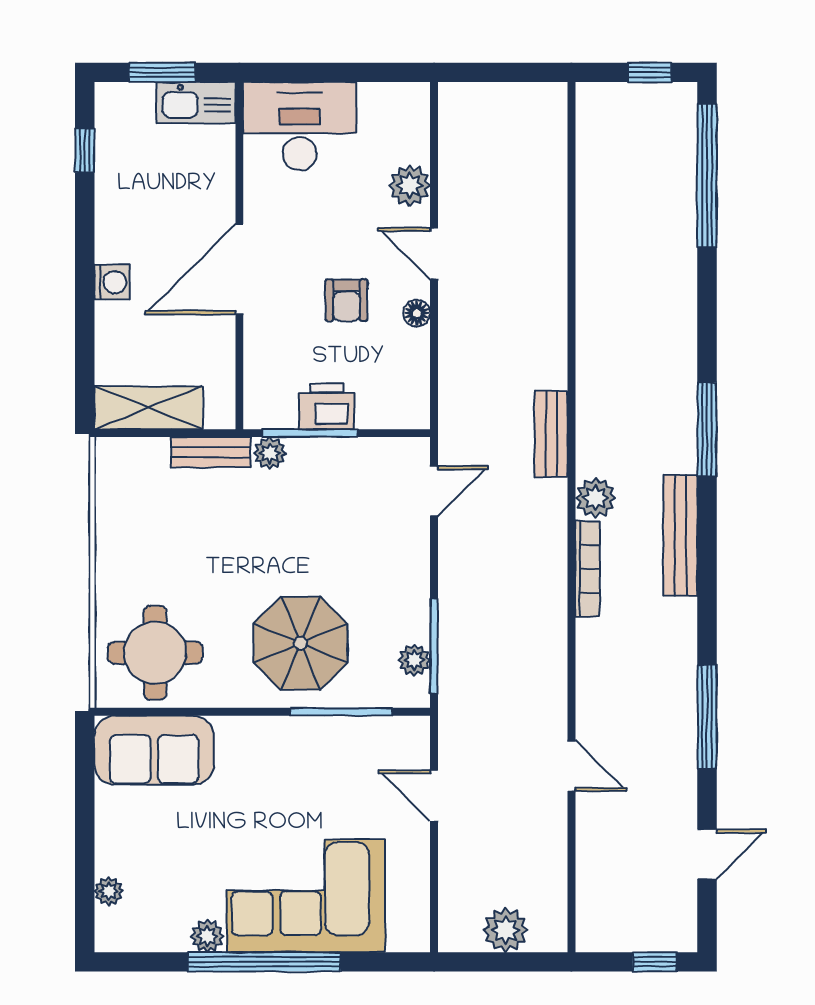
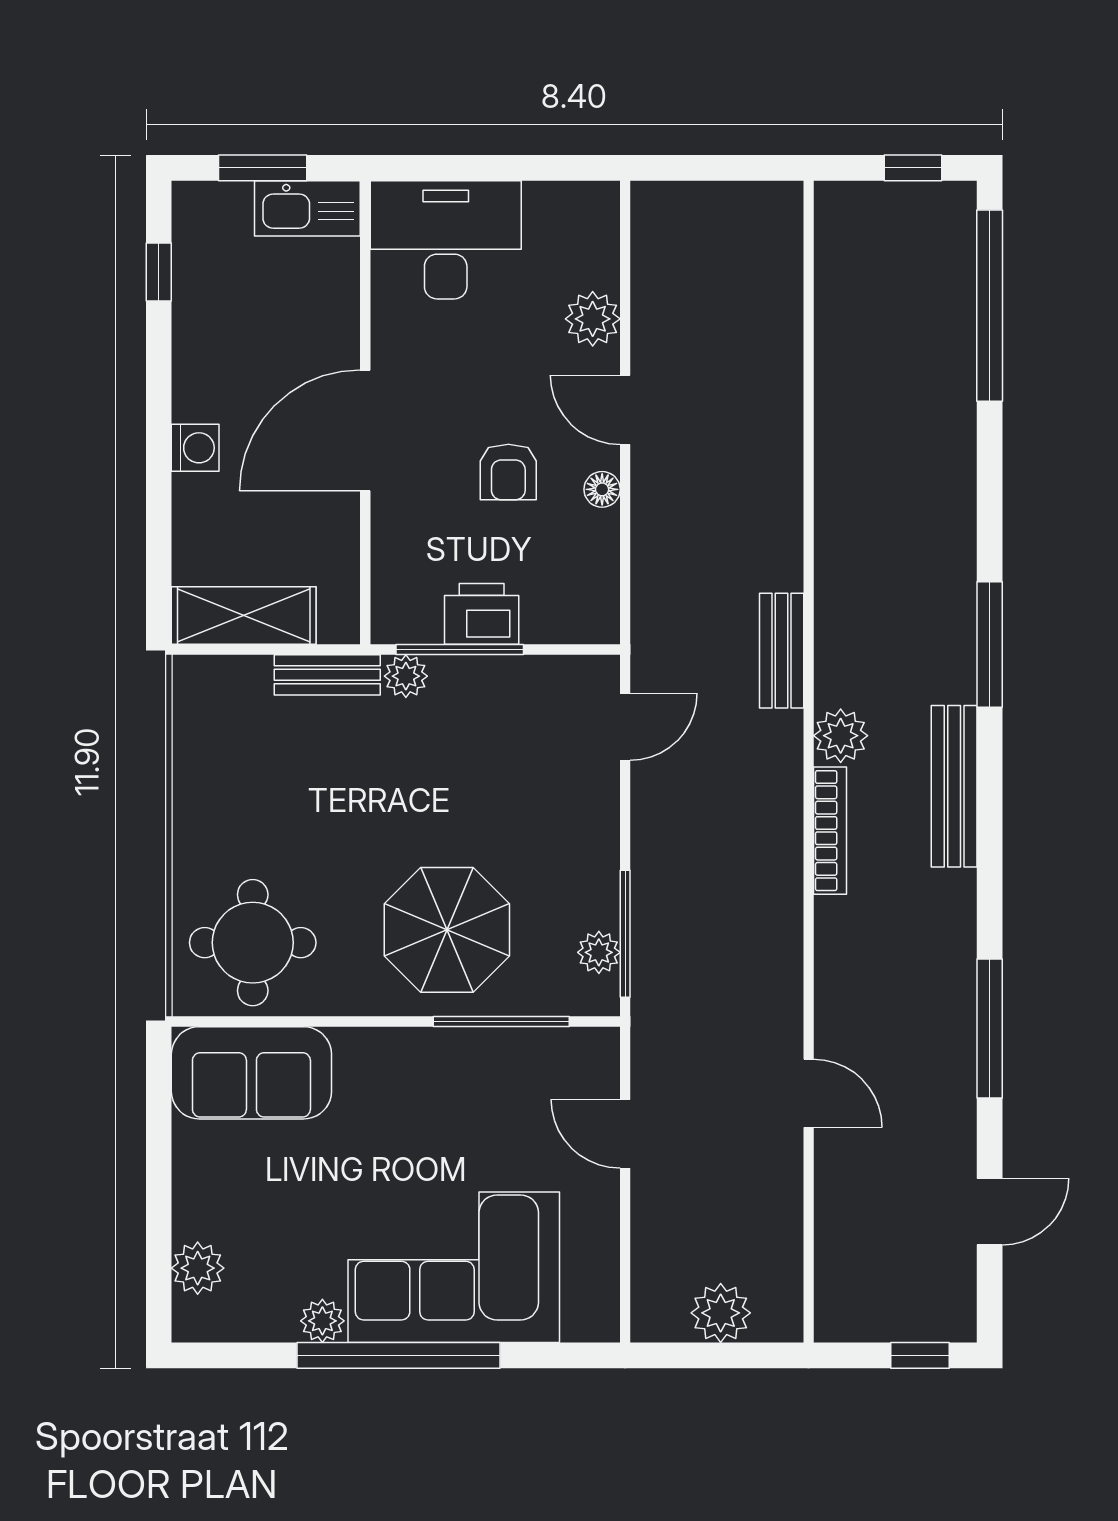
plant: (109, 891) -> (198, 1268), width x1.38, depth x1.38

